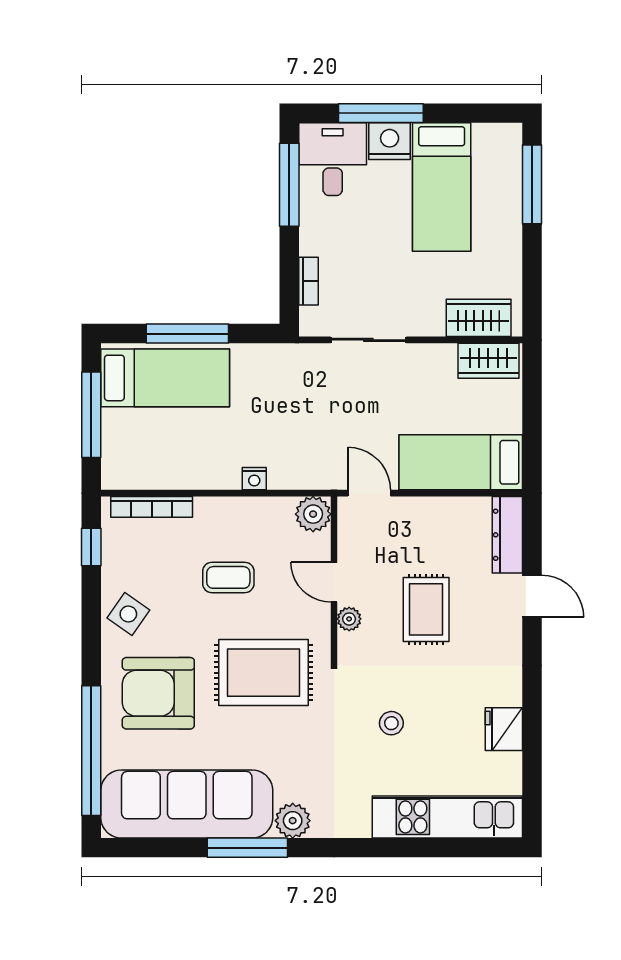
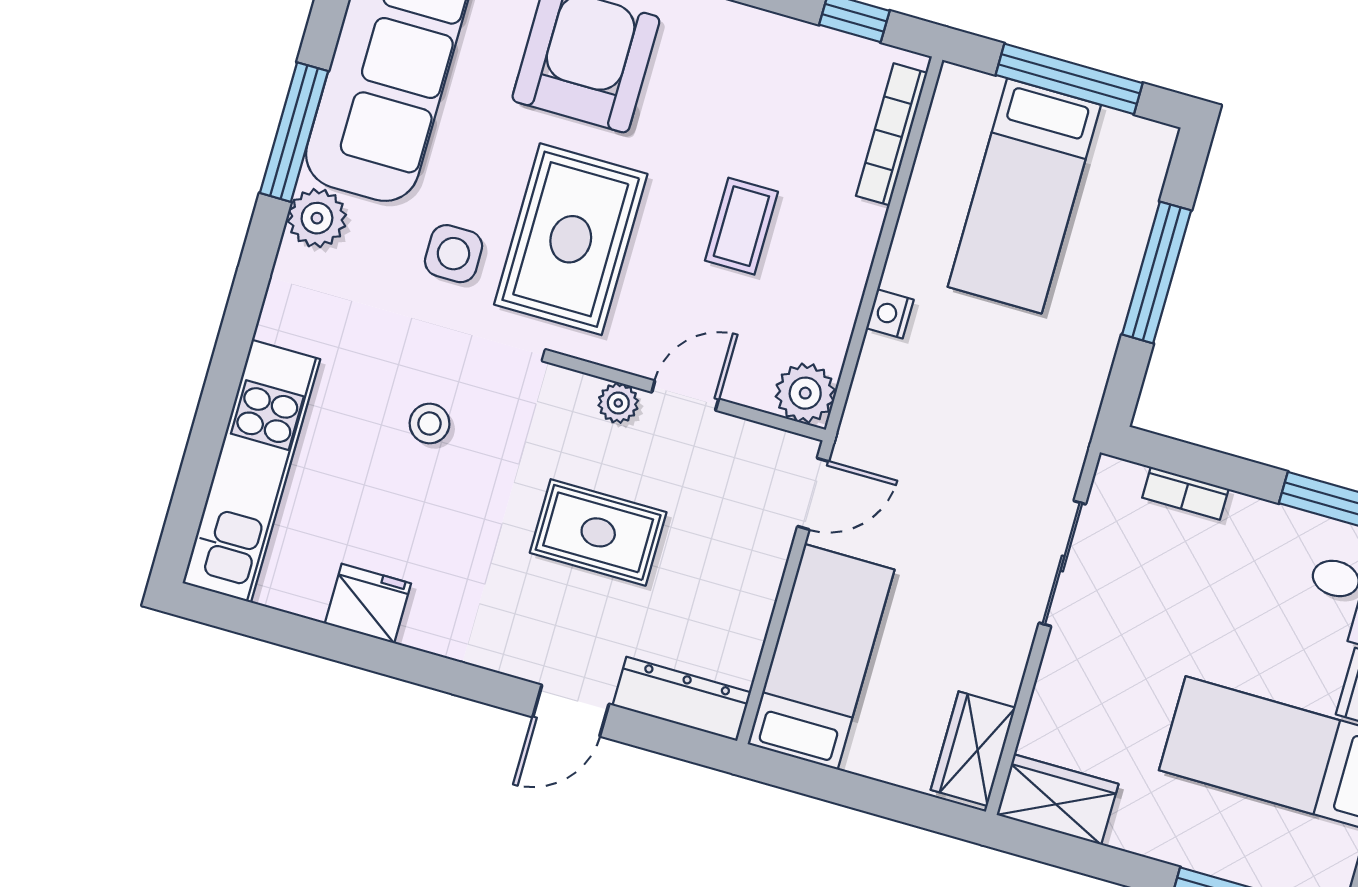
wardrobe: (479, 318) -> (1057, 799), moved, turned -90
bed: (165, 378) -> (1024, 196), moved
side table: (128, 614) -> (454, 254), moved, turned -35

